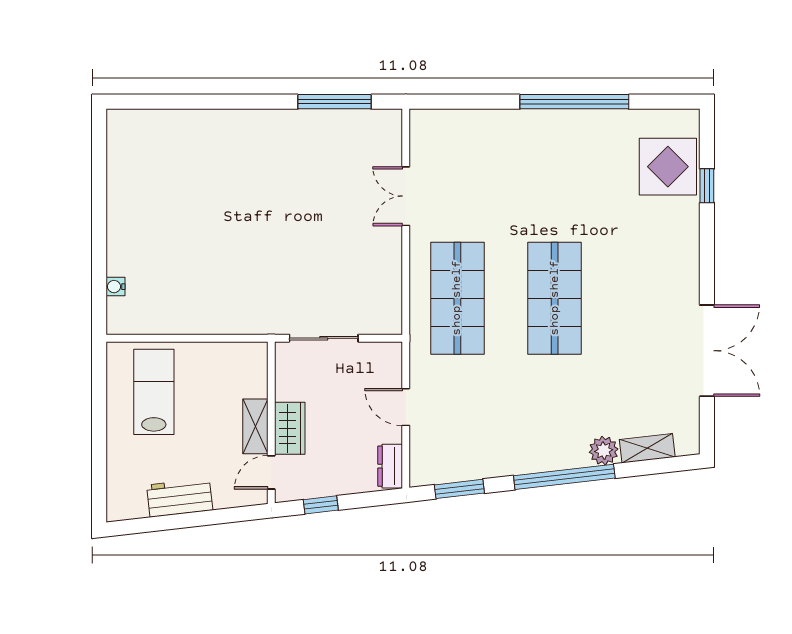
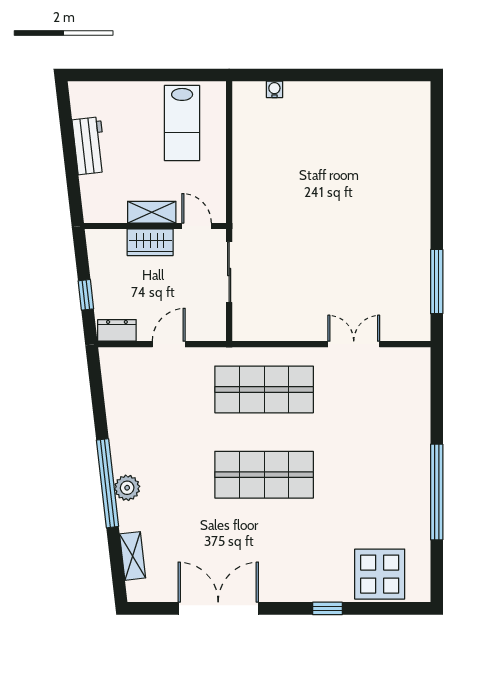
window: (707, 186) -> (327, 608), moved
double door: (707, 351) -> (218, 608), swing flipped
lab bench: (154, 392) -> (182, 123), turned 90
plant: (604, 451) -> (127, 488), moved
door: (271, 472) -> (197, 226), moved
window: (459, 489) -> (97, 391), removed
window: (321, 505) -> (86, 295), moved

